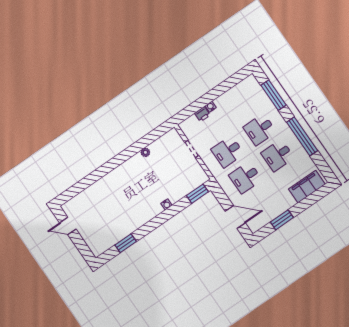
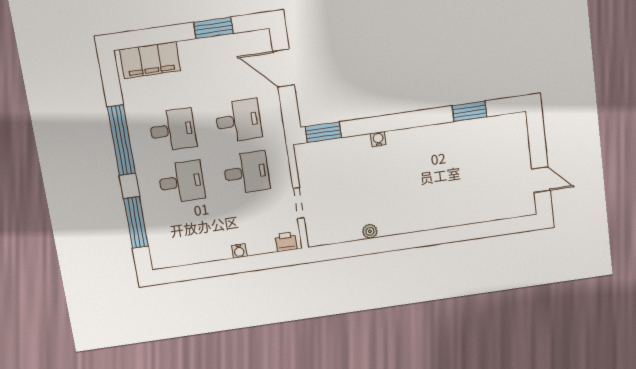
printer: (202, 114) -> (286, 242), moved

